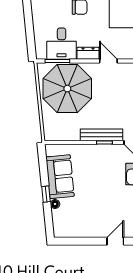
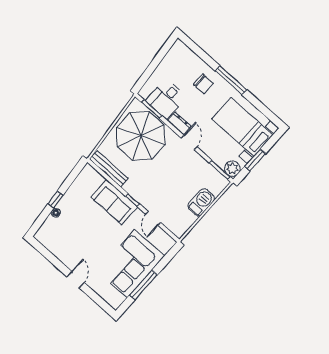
bench: (102, 135) -> (109, 169), moved
sofa: (60, 177) -> (114, 202), moved, turned 96
door: (115, 241) -> (76, 280), hinge flipped

